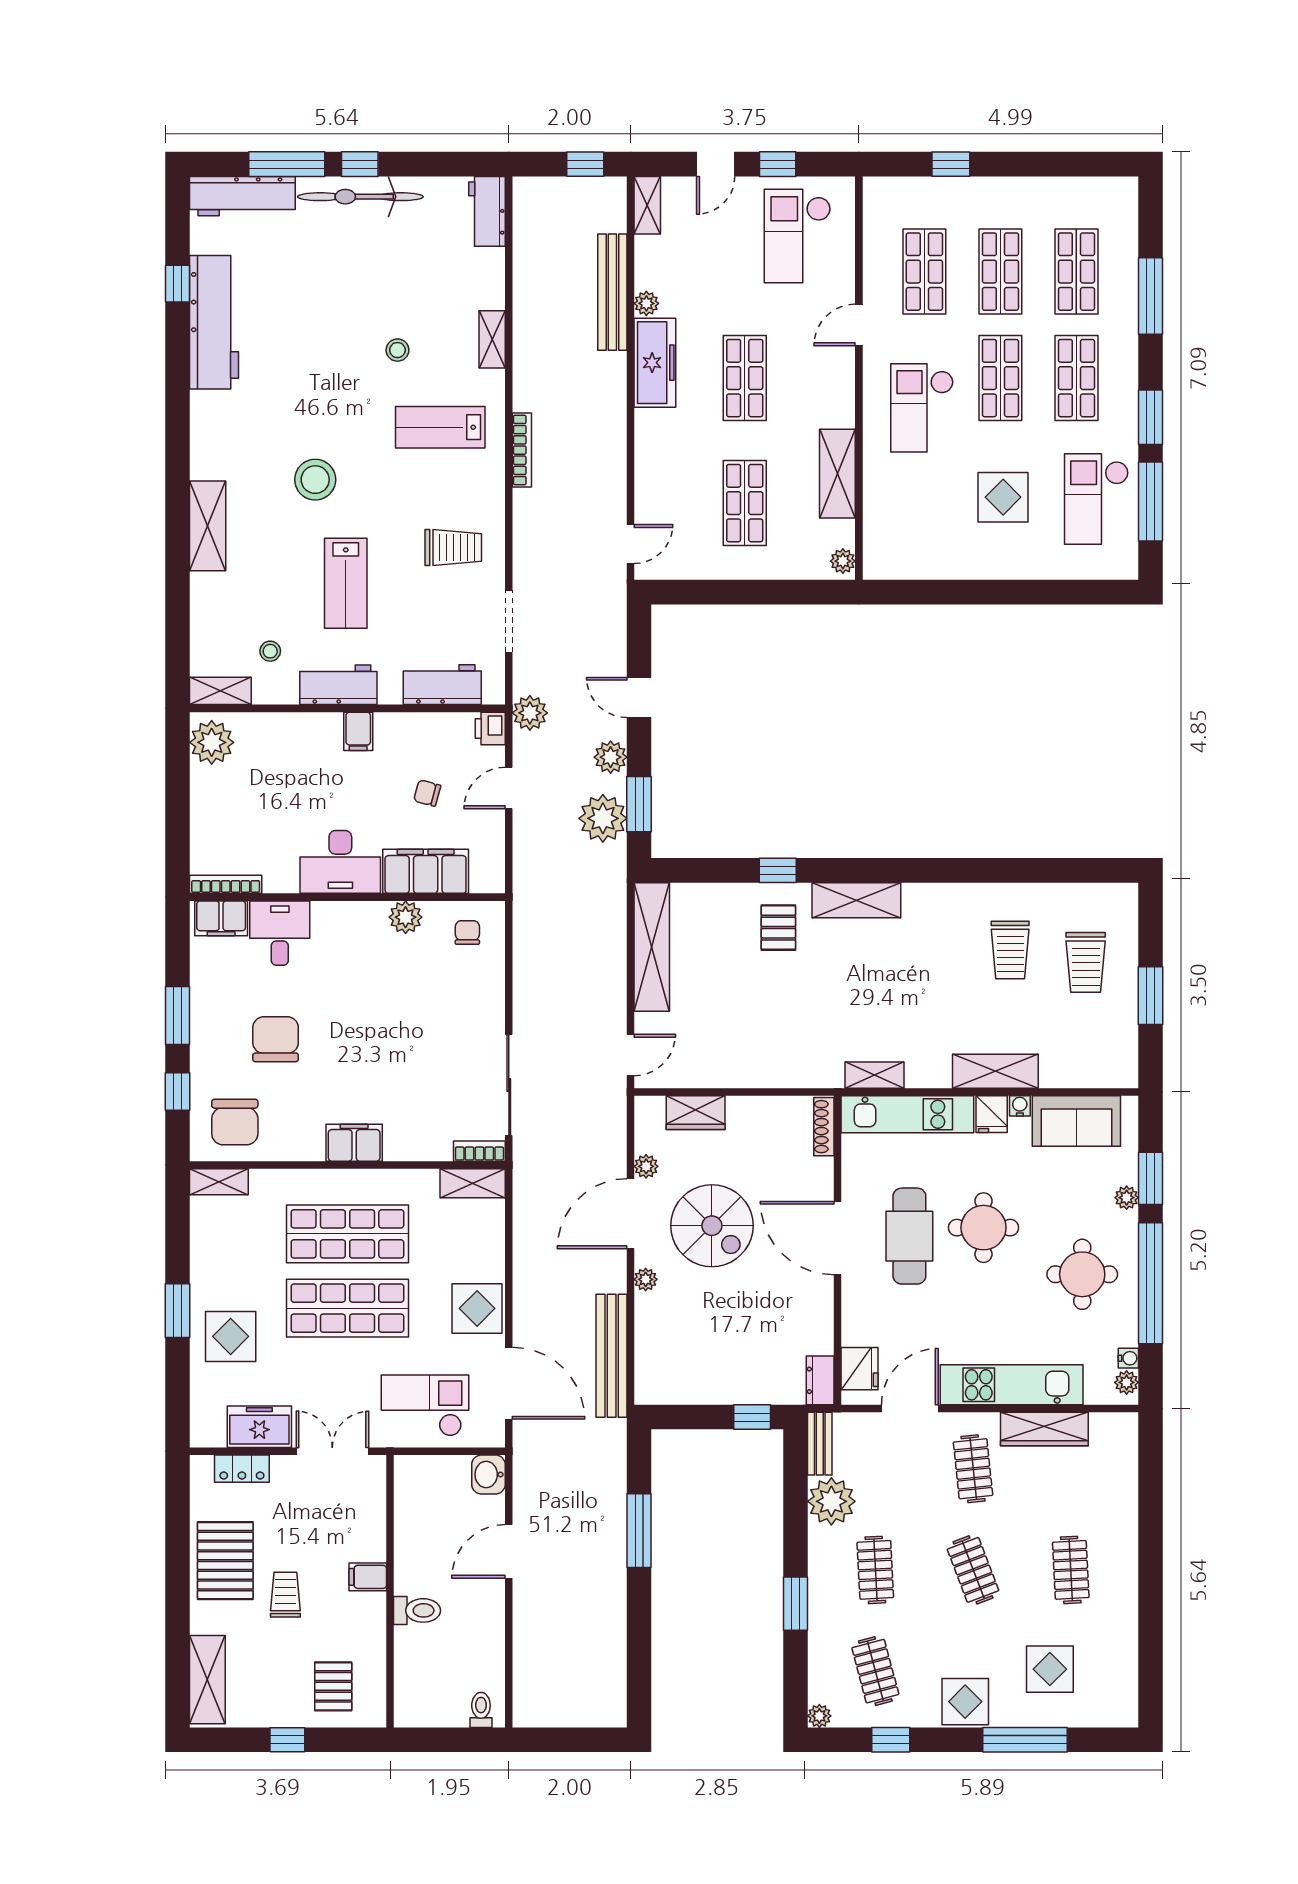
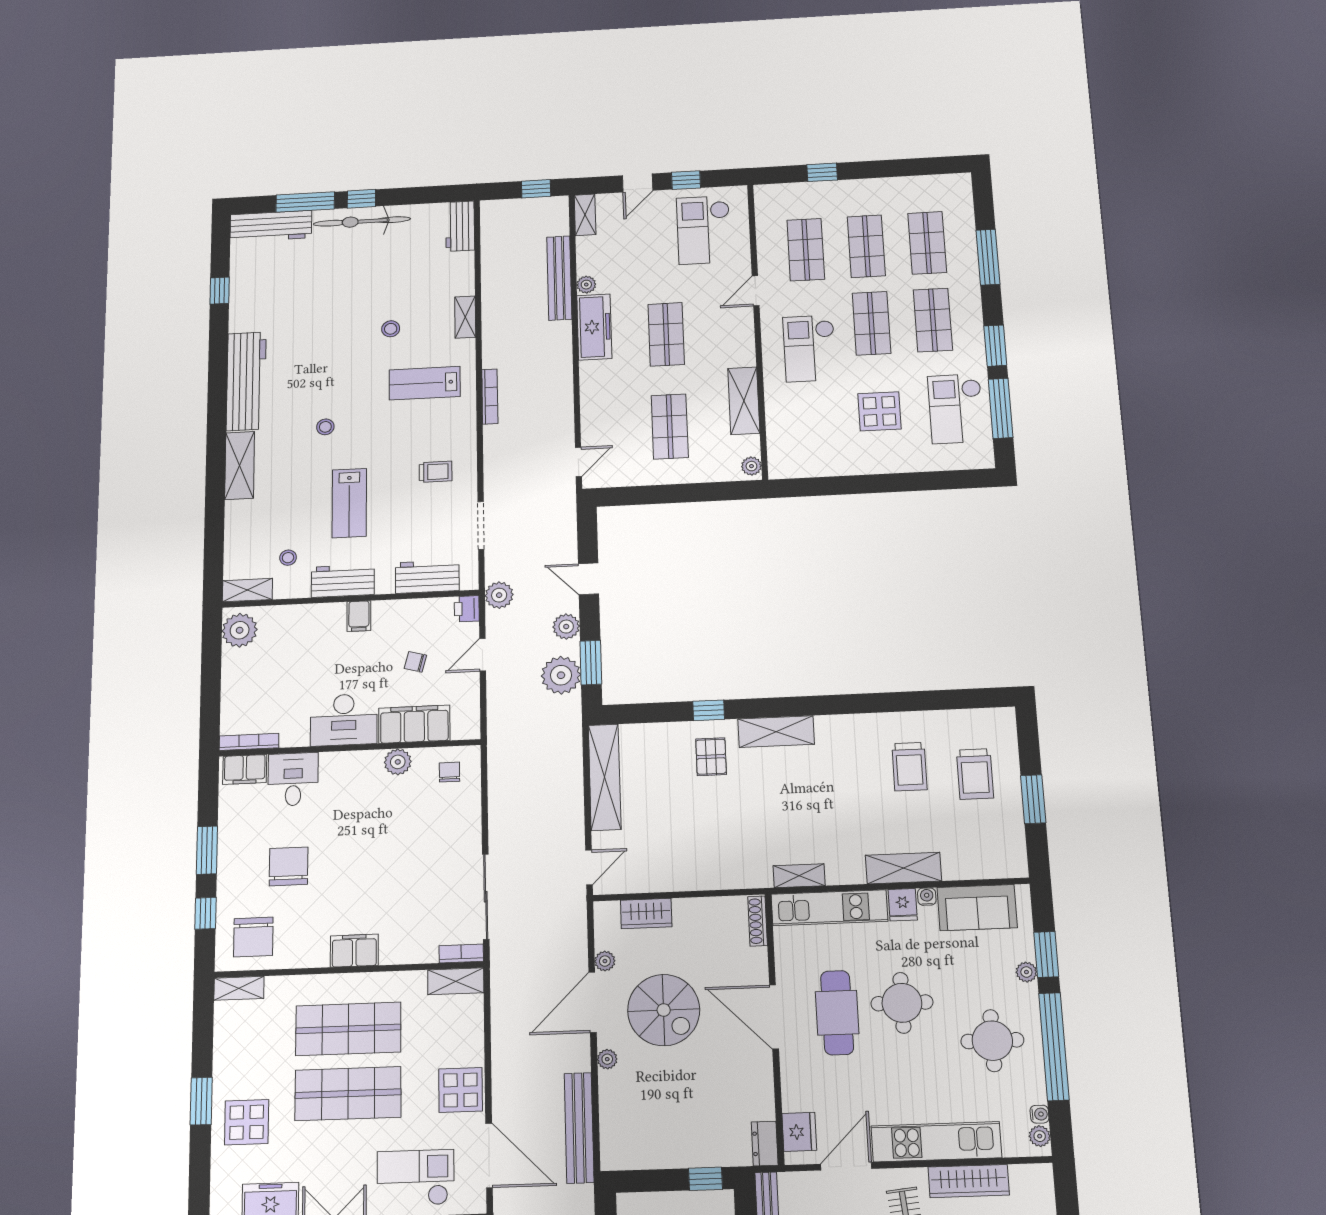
workbench: (214, 322) -> (246, 381), moved
stool: (315, 480) -> (325, 427), width x0.53, depth x0.53
trolley: (453, 547) -> (436, 472), width x0.73, depth x0.72

